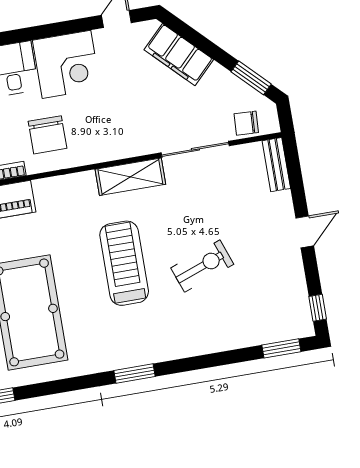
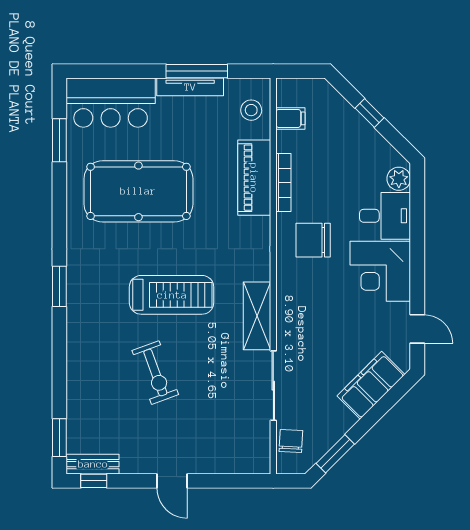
bench: (276, 165) -> (93, 464), moved

